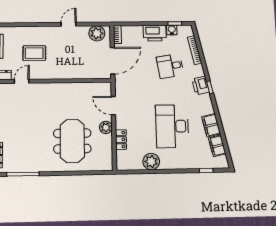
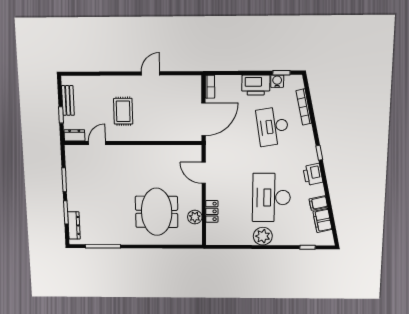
plant: (97, 33) -> (185, 85), removed
rug: (34, 53) -> (123, 111), moved, turned 90
desk: (170, 66) -> (273, 126), width x1.37
printer: (201, 86) -> (313, 174), moved
filing cabinet: (211, 125) -> (318, 203), width x0.50
plant: (106, 127) -> (195, 217), moved
plant: (151, 162) -> (263, 236), moved

